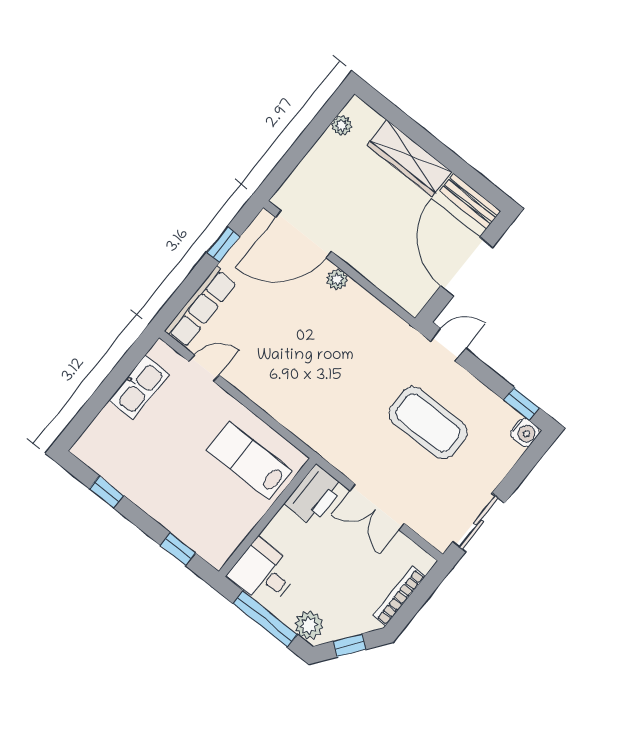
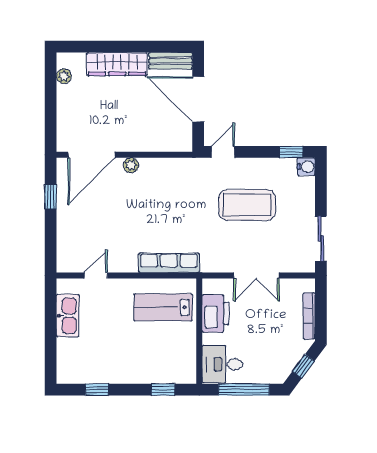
row of seats: (201, 307) -> (169, 263), moved, turned -90
printer: (314, 495) -> (216, 313), moved
plant: (309, 625) -> (271, 373), removed

